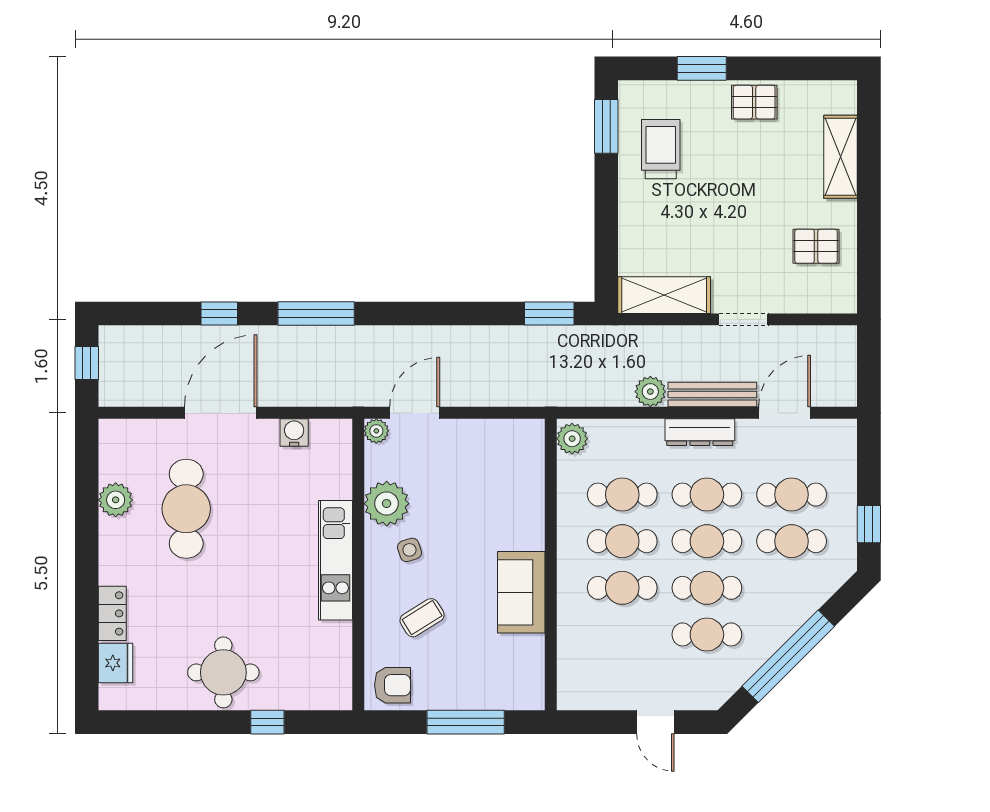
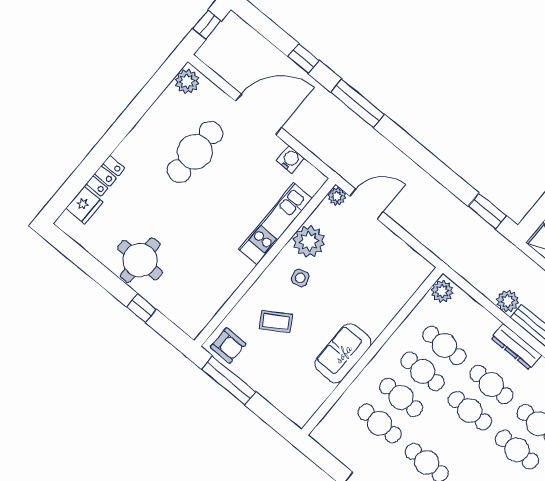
plant: (116, 500) -> (187, 81), moved
kitchen unit: (335, 560) -> (276, 224), moved
cafe table: (707, 588) -> (380, 423), moved
window: (466, 722) -> (229, 380), moved

